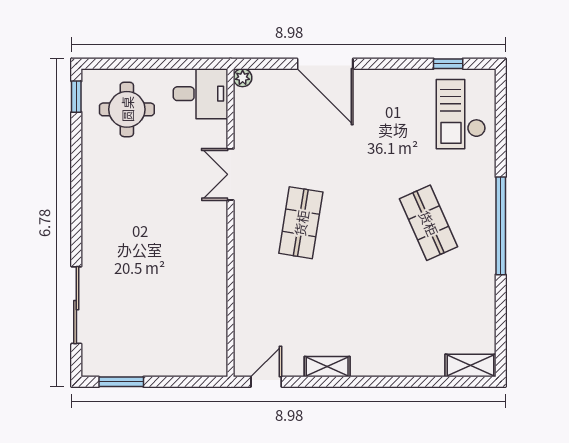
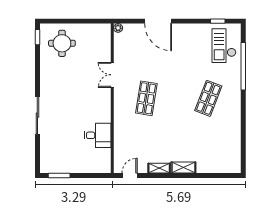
desk: (200, 94) -> (98, 135), moved
shop shelf: (429, 223) -> (208, 98), turned 45
window: (501, 226) -> (243, 66), moved
sliding door: (76, 305) -> (37, 115), moved
shelving: (470, 365) -> (183, 168), moved

